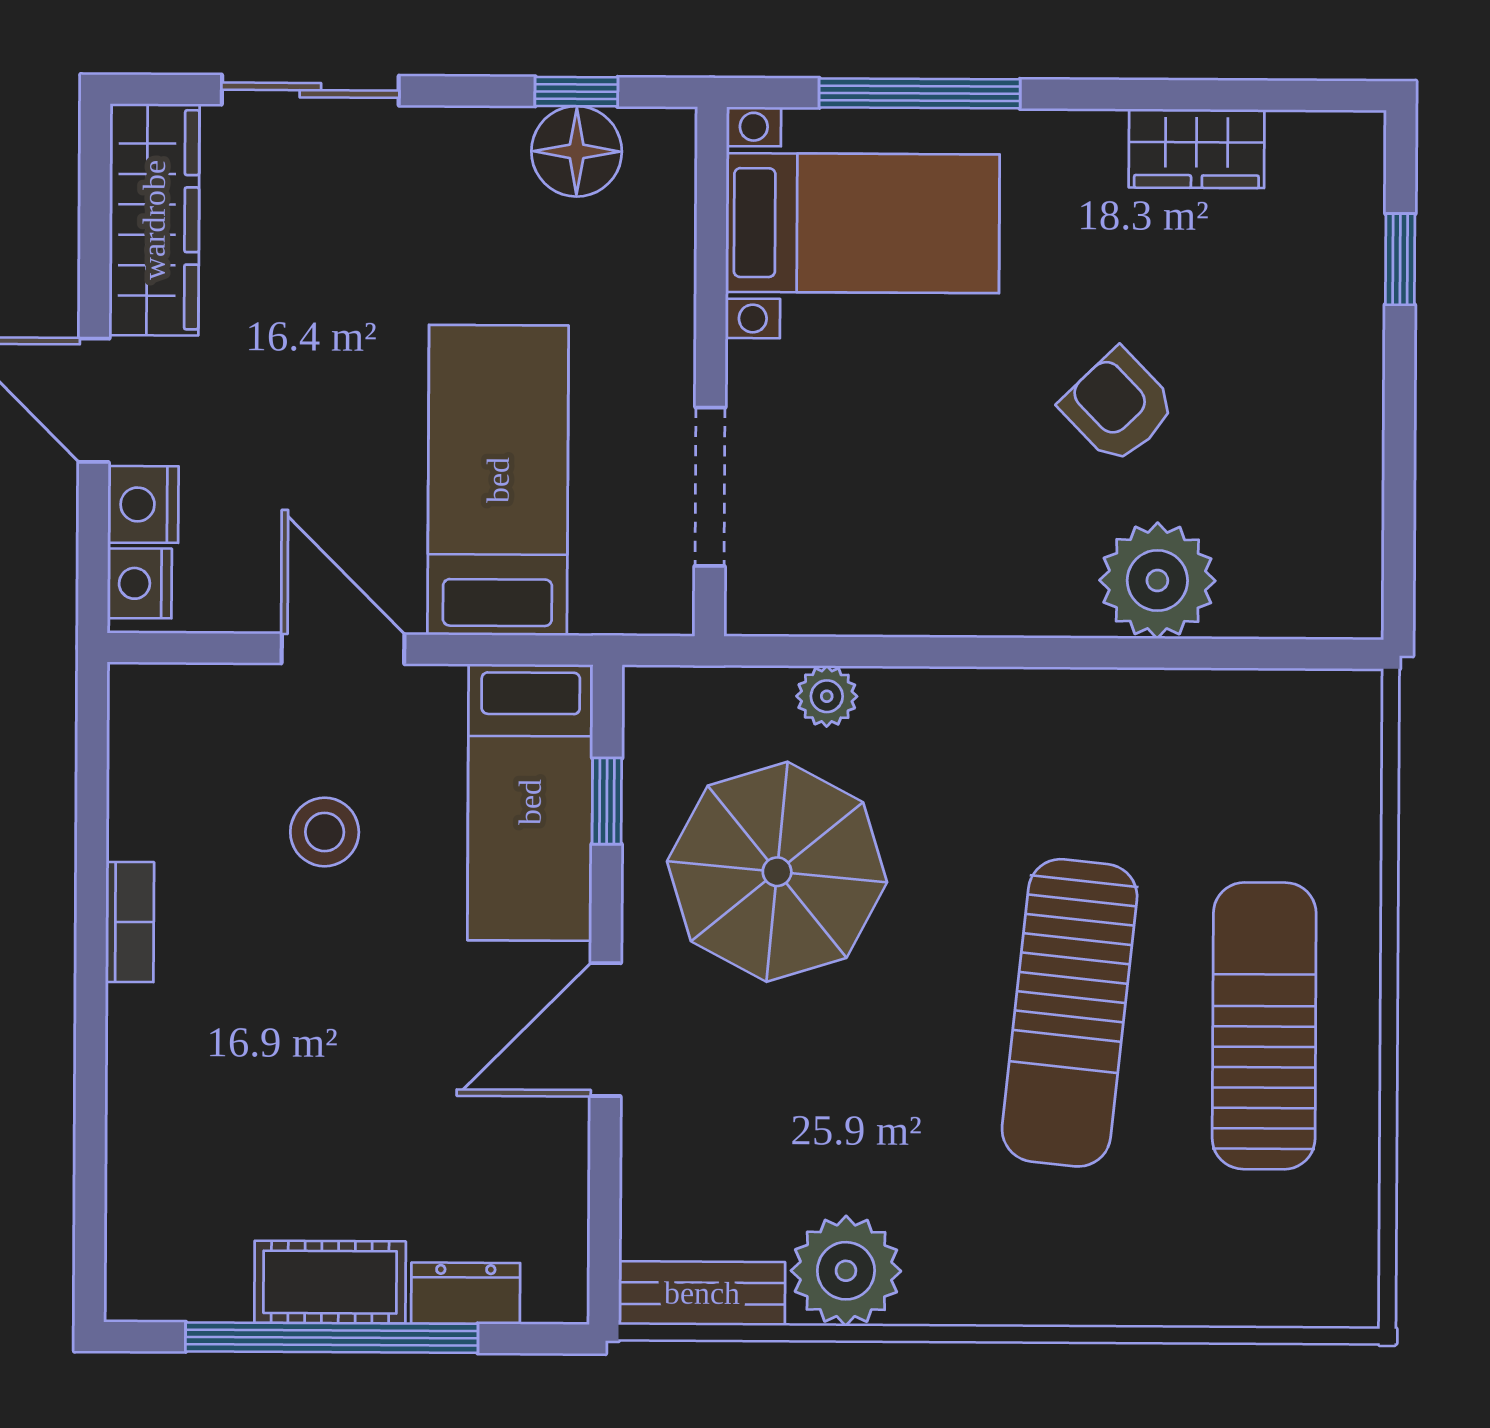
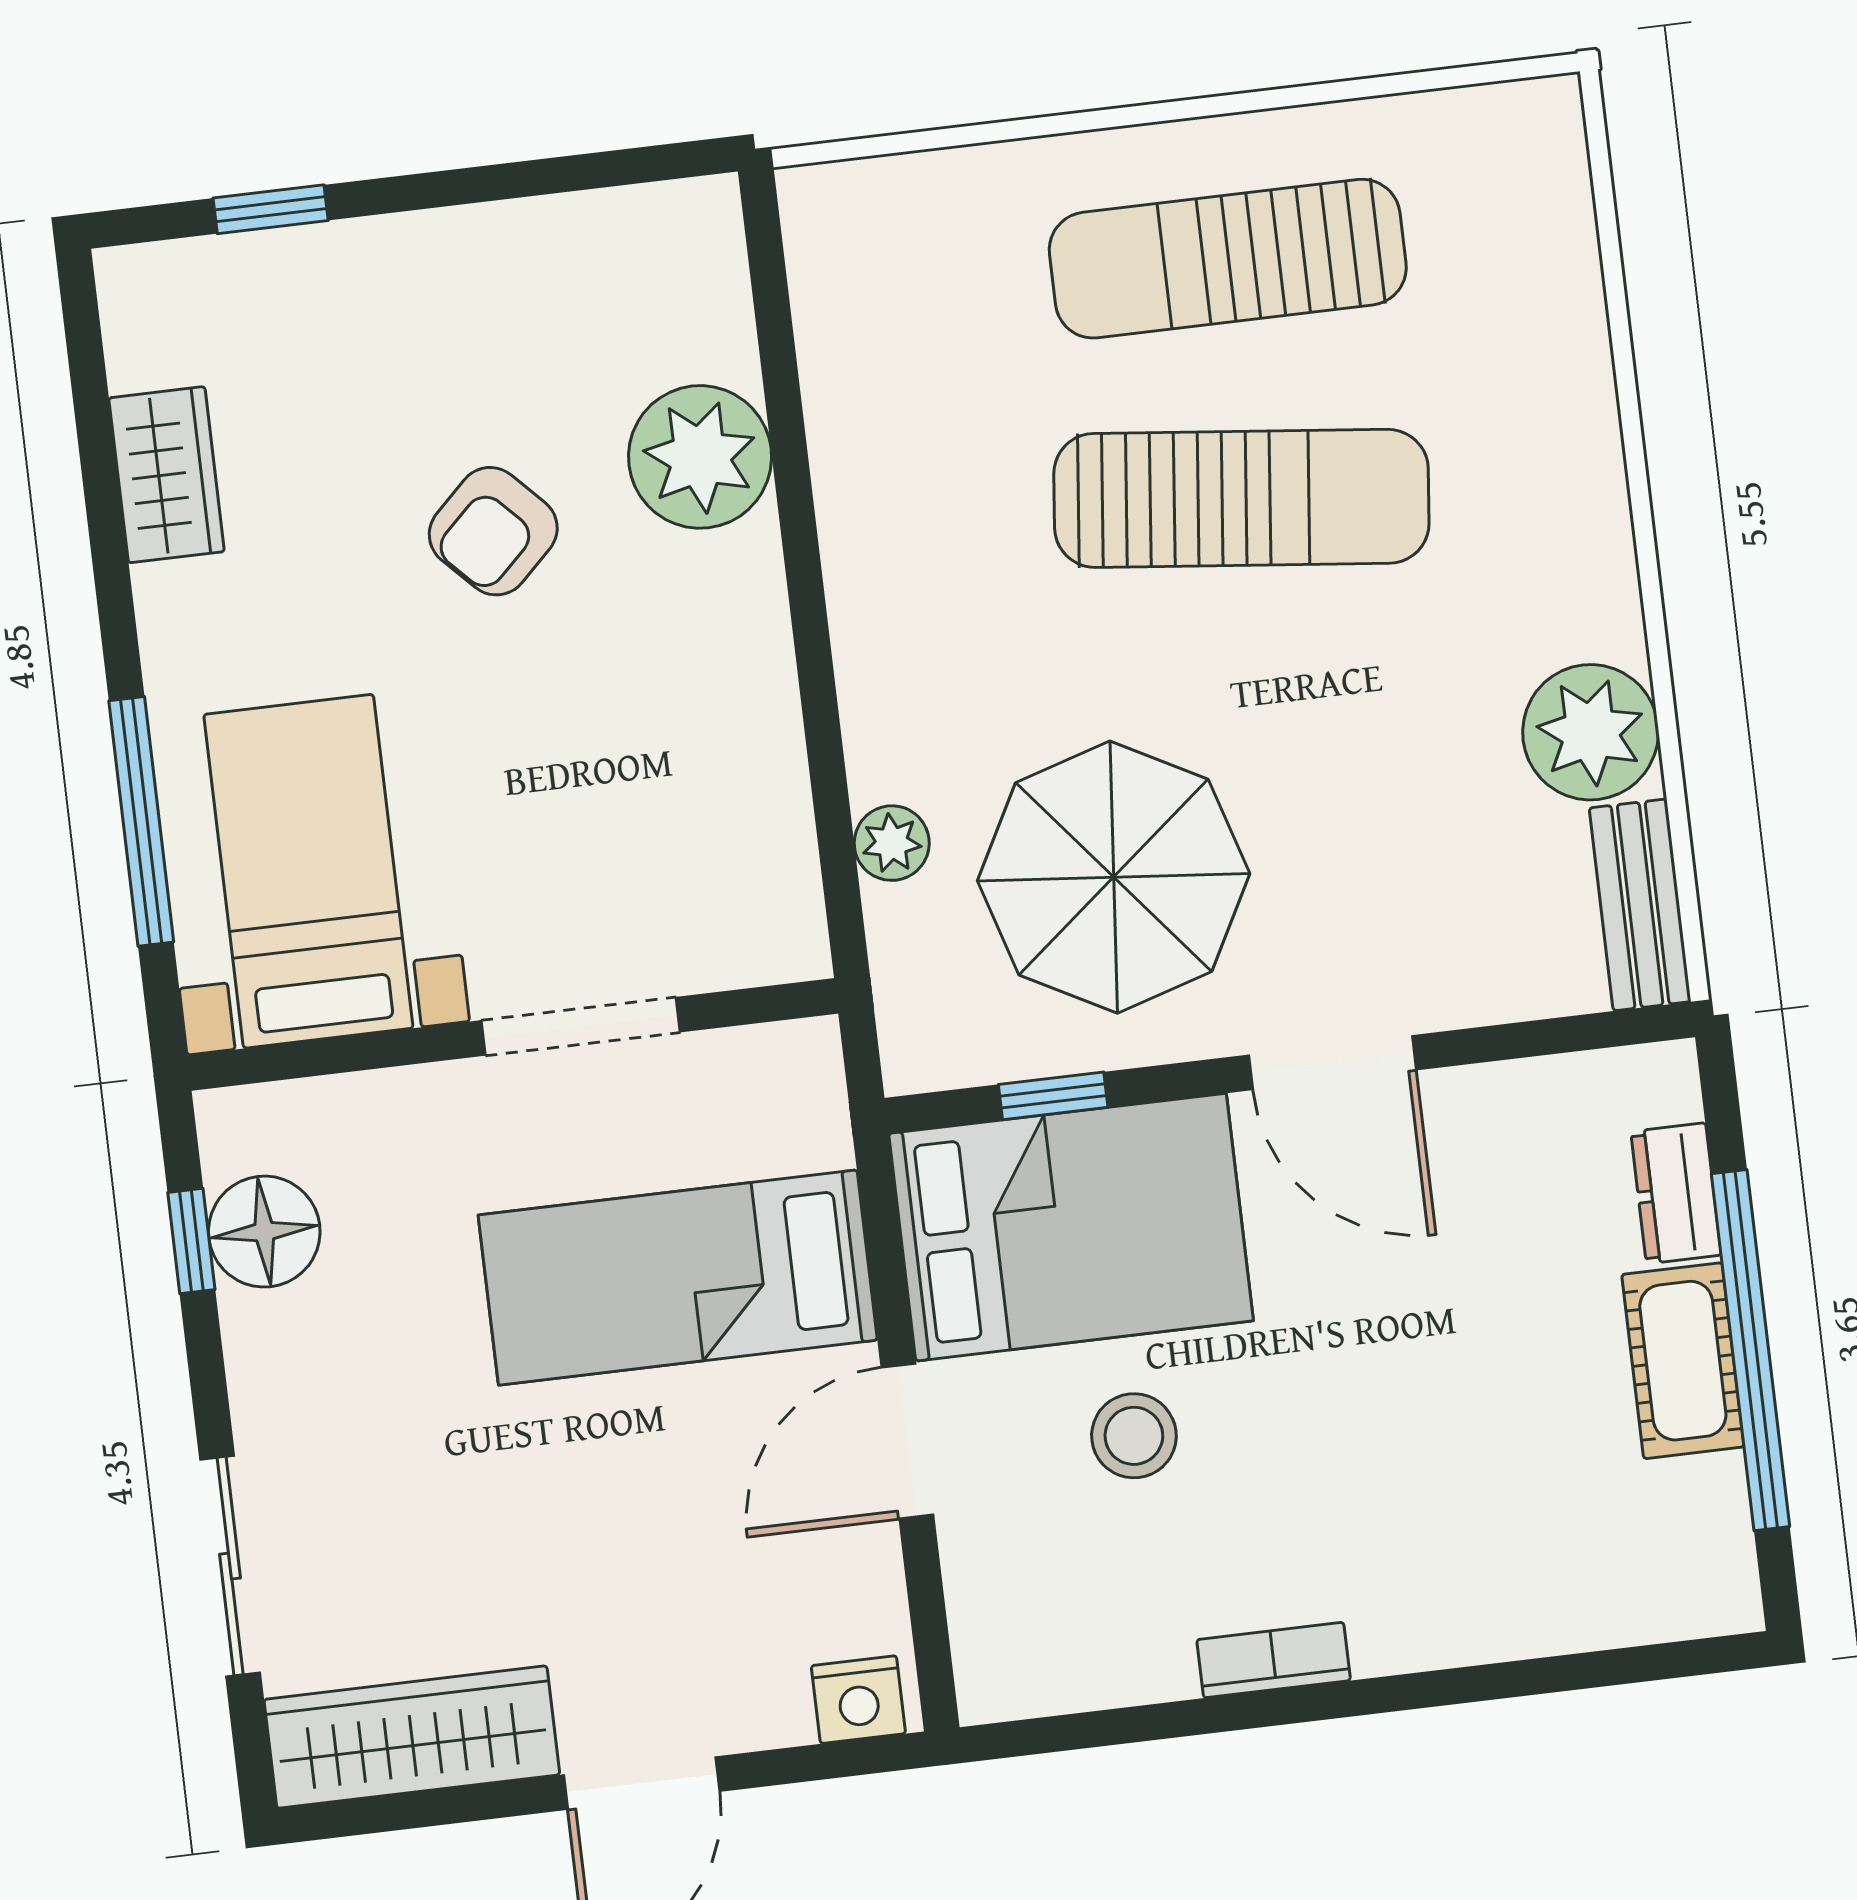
doorway: (710, 487) -> (581, 1026), moved
nightstand: (143, 504) -> (762, 1707), removed
bed: (530, 802) -> (1071, 1227), width x1.50

